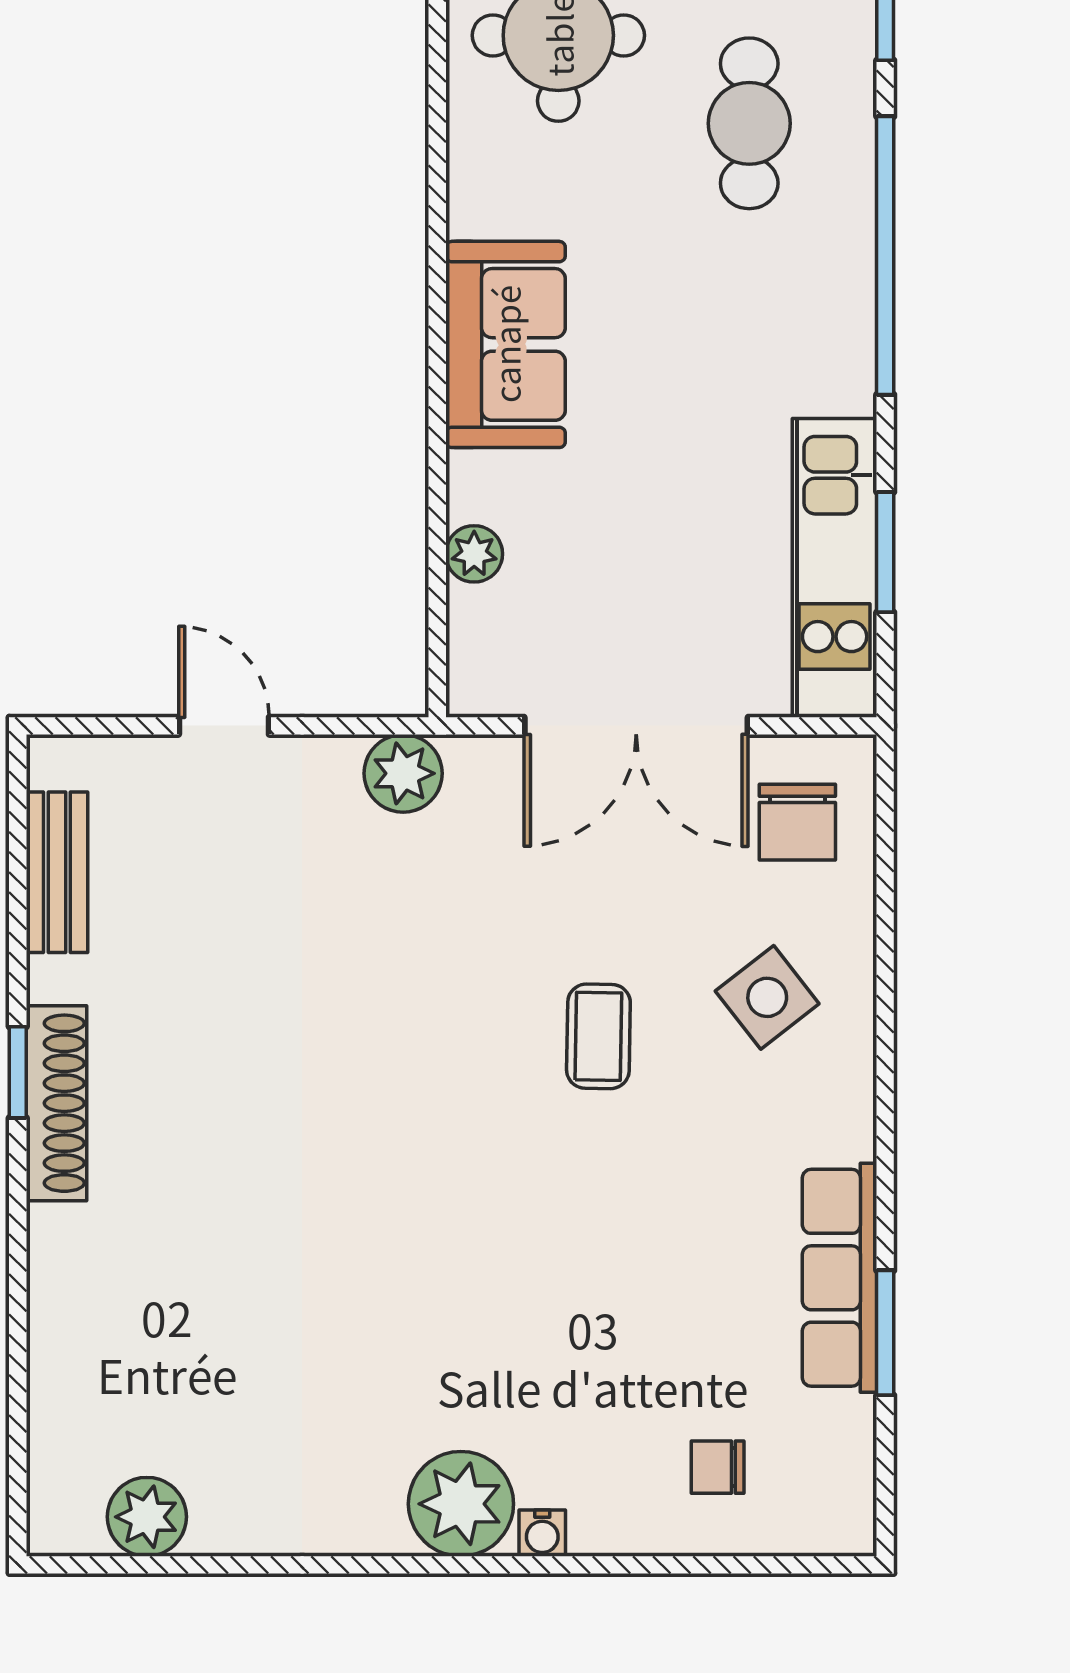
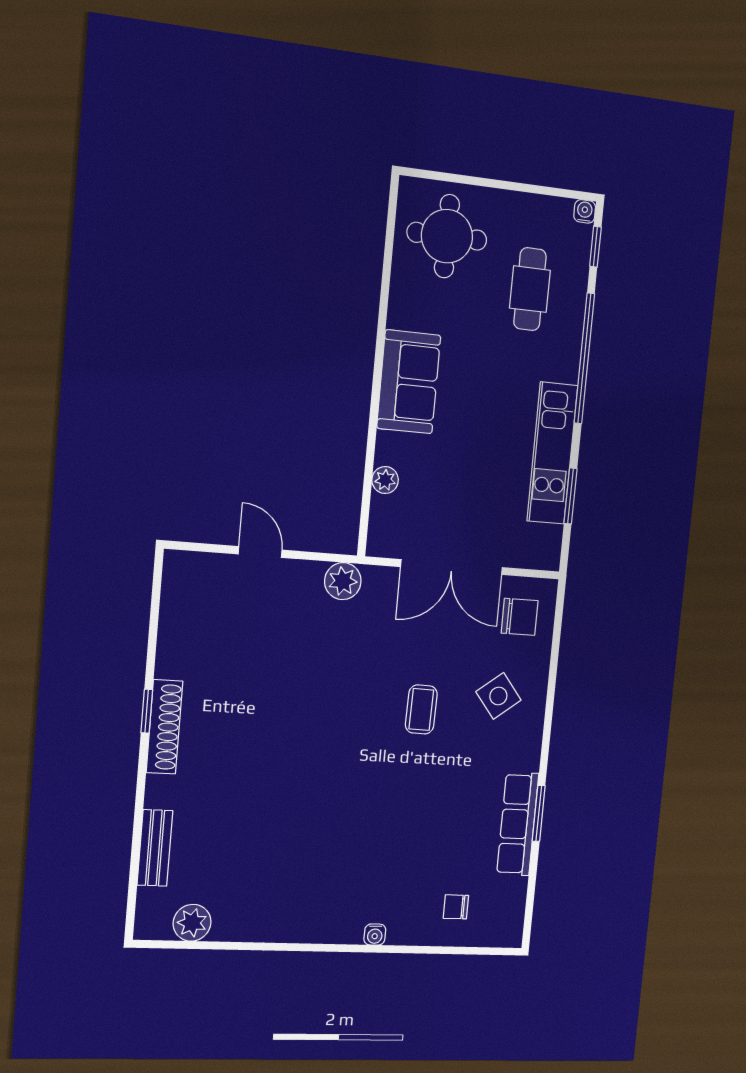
kitchen unit: (835, 568) -> (552, 453), moved
chair: (797, 822) -> (520, 617), turned -90
bench: (57, 872) -> (155, 848), moved
window: (885, 1333) -> (539, 813), moved
plant: (461, 1504) -> (339, 920), removed

